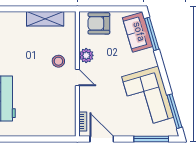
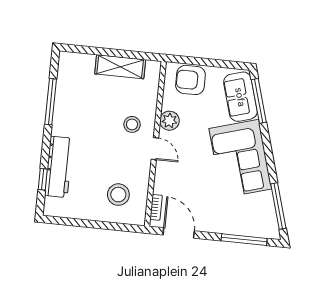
corner sofa: (148, 97) -> (240, 159), moved
stool: (54, 115) -> (118, 195), added

